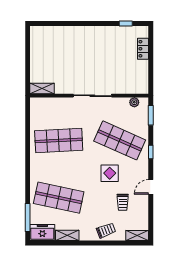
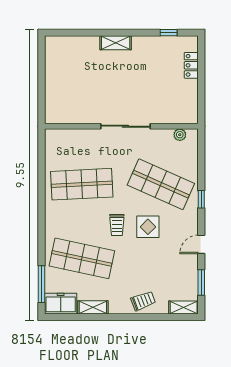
shelving: (42, 89) -> (116, 43), moved
window: (151, 115) -> (201, 282), moved
trolley: (123, 202) -> (117, 225), moved

